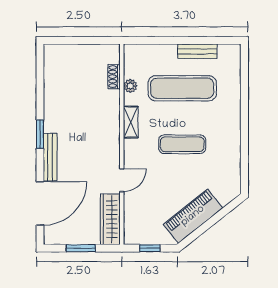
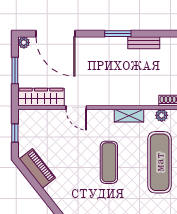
bench: (50, 157) -> (144, 43), moved, width x0.73
piano: (193, 216) -> (37, 168), width x0.73, depth x0.75
plant: (50, 238) -> (24, 43), added

